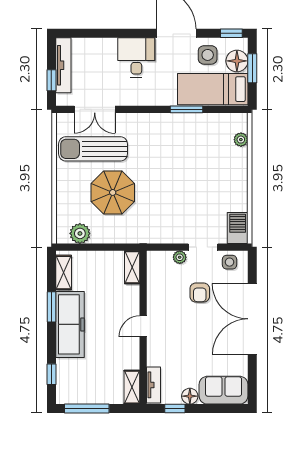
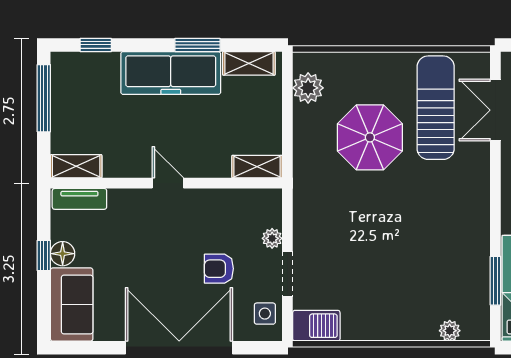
window: (186, 109) -> (495, 281), moved
window: (175, 409) -> (44, 256), moved

